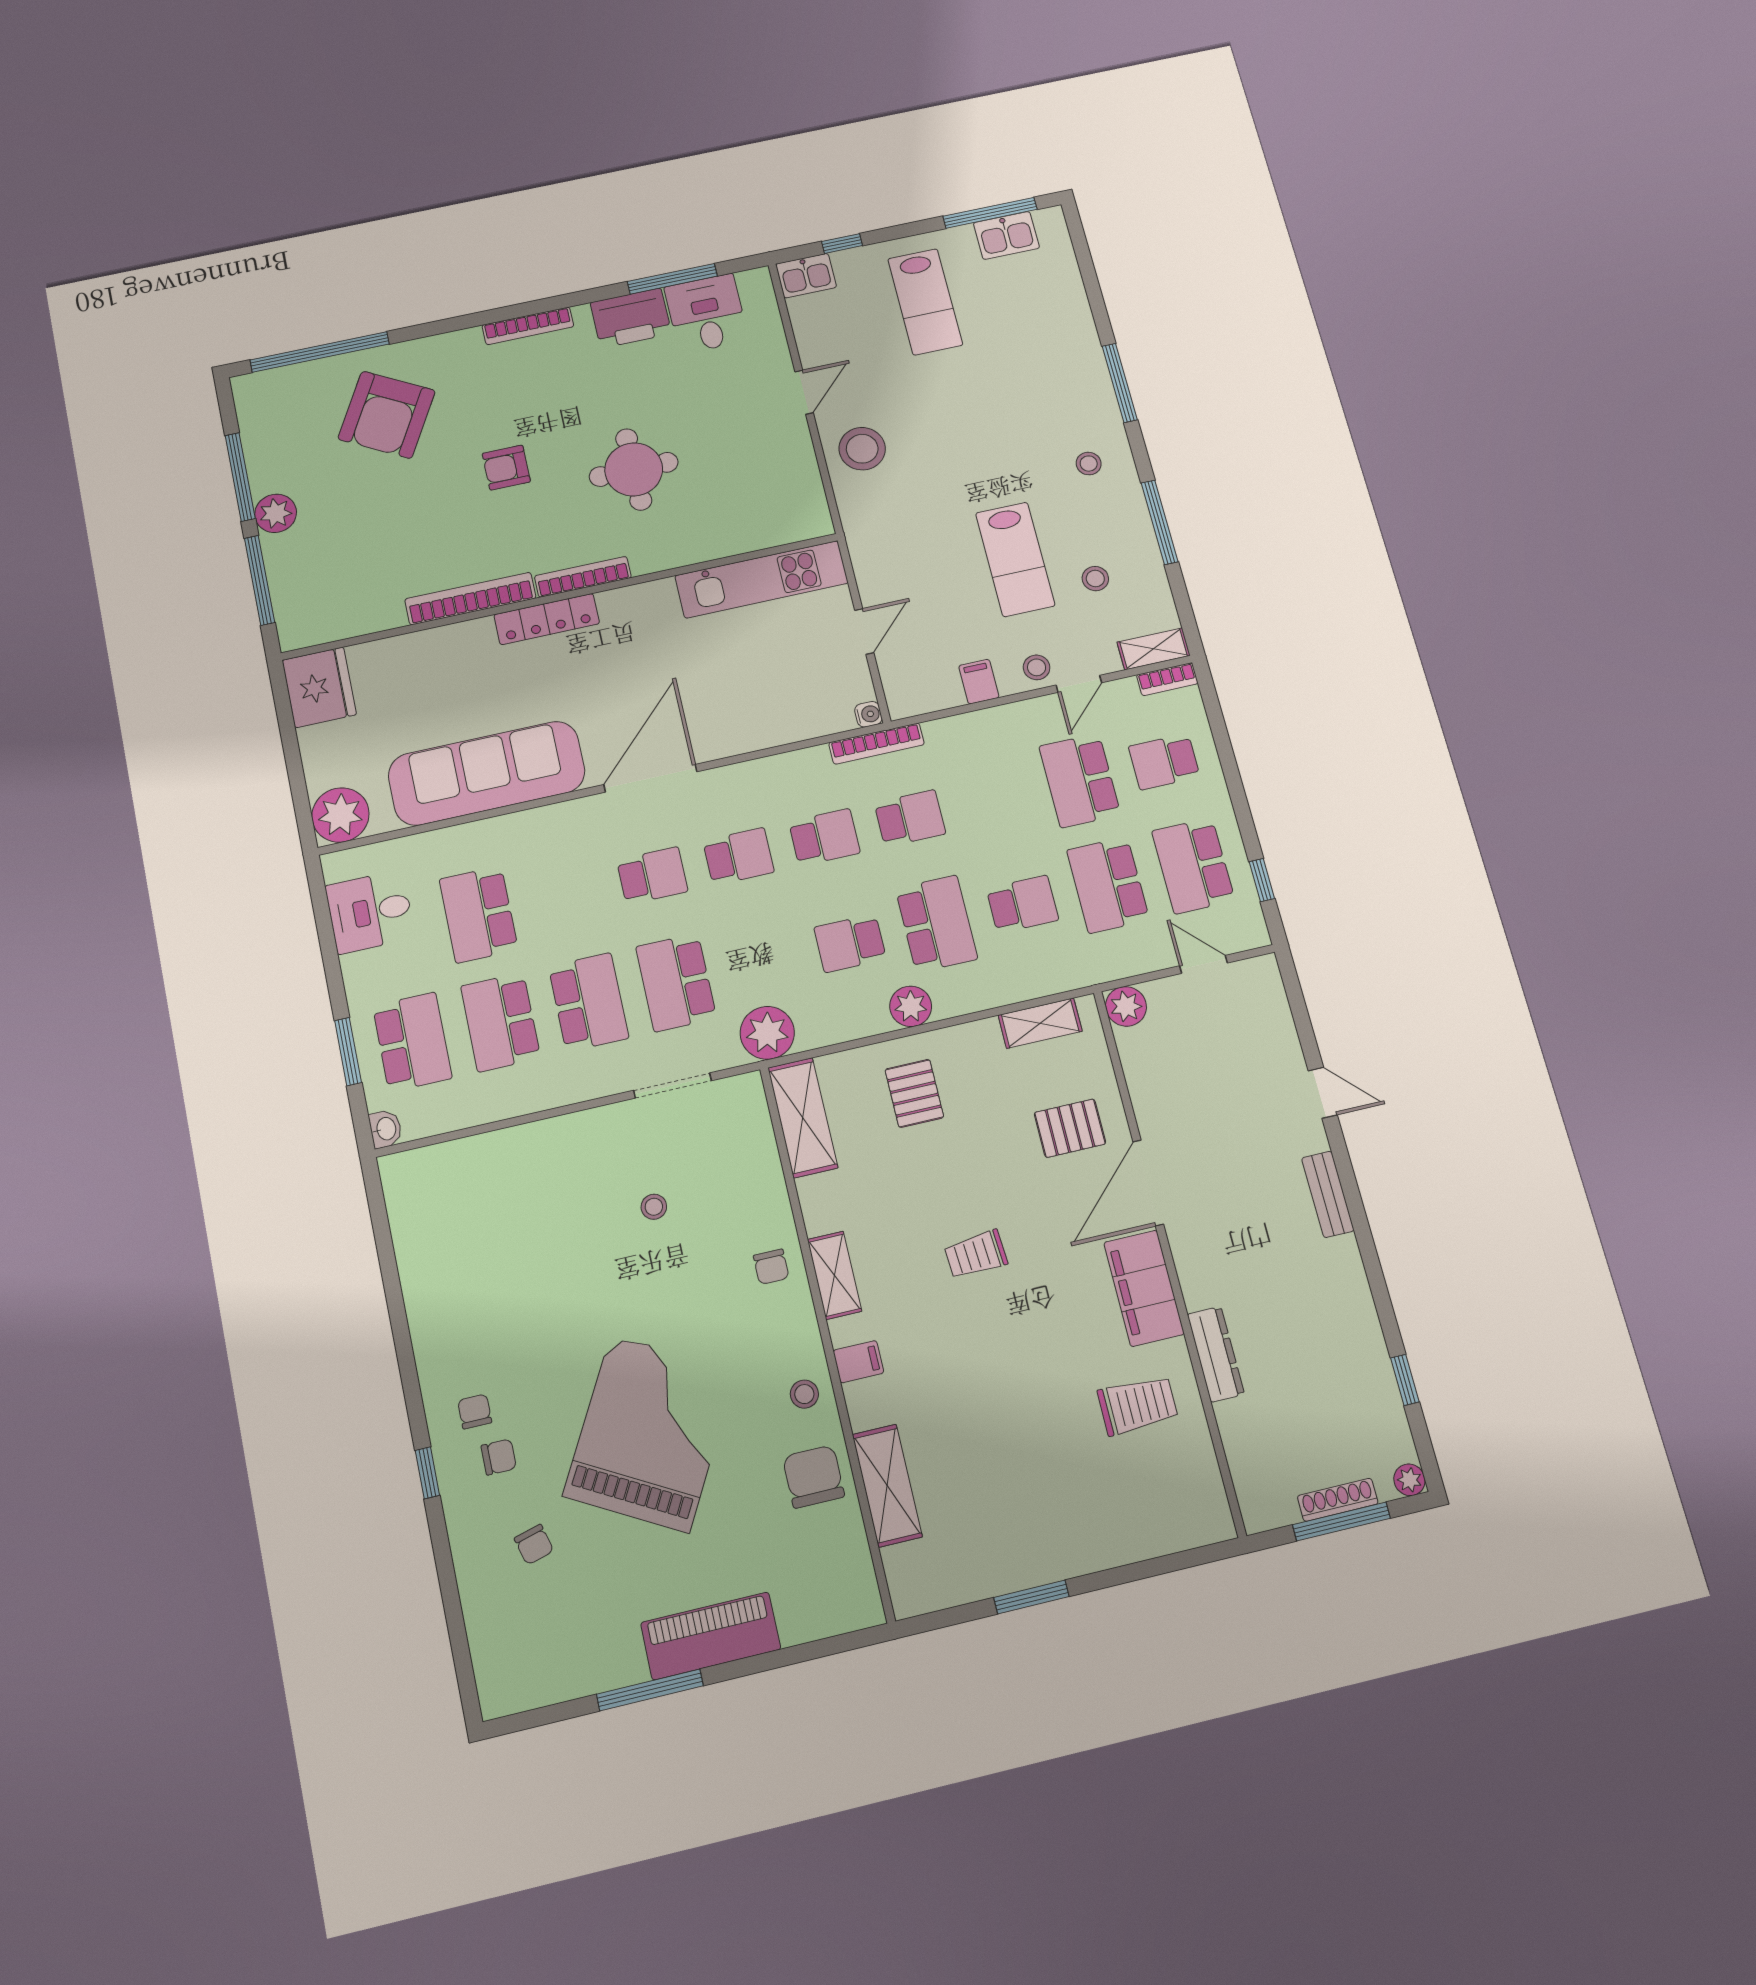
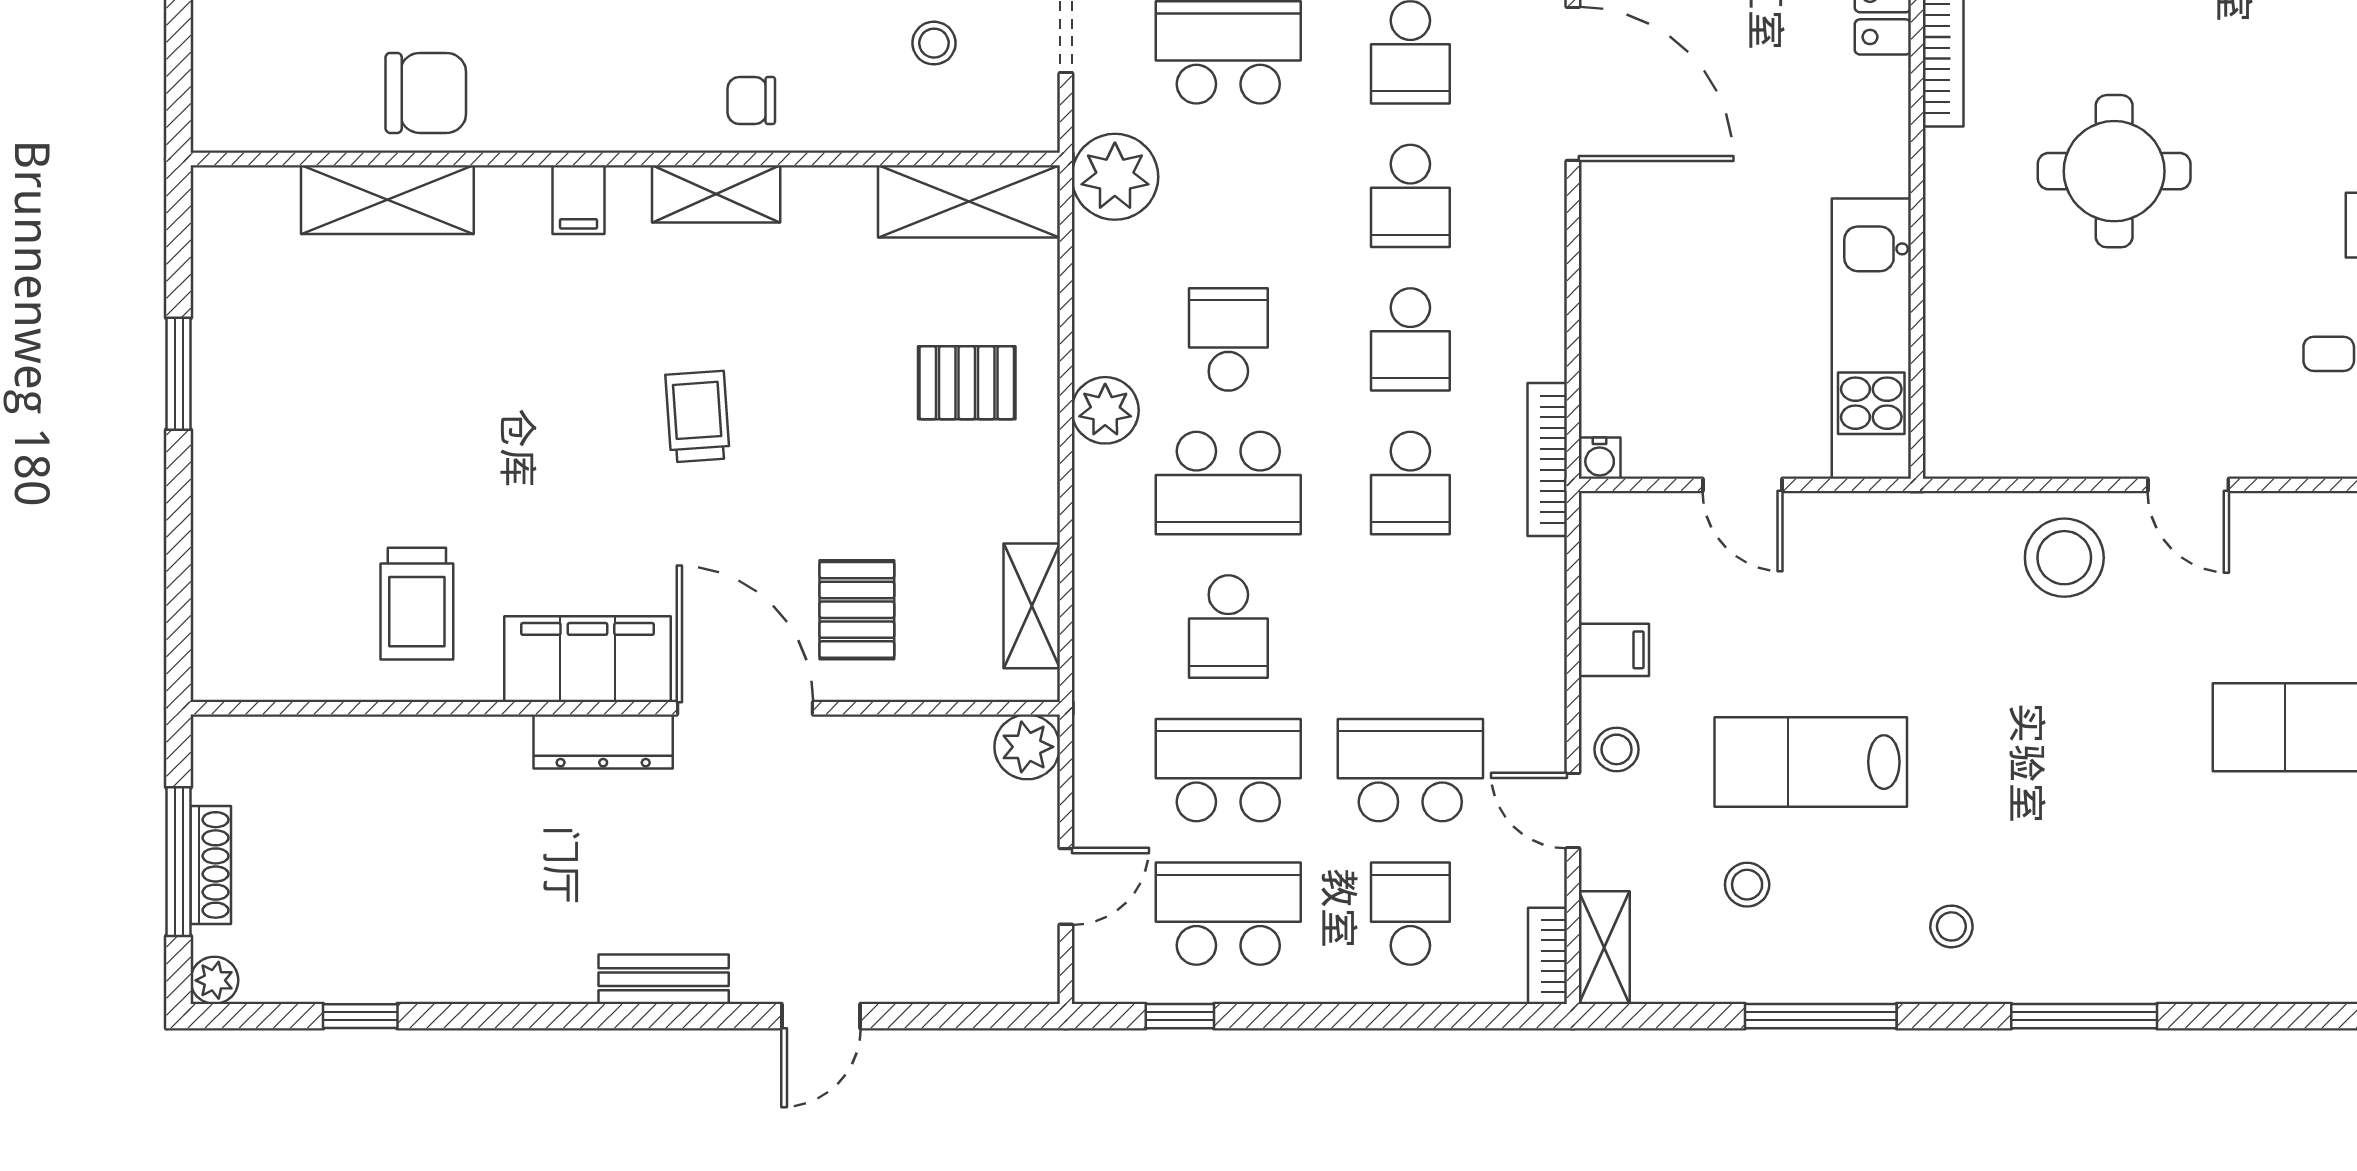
dresser: (1216, 1354) -> (603, 741), moved
stool: (804, 1394) -> (934, 43), moved

